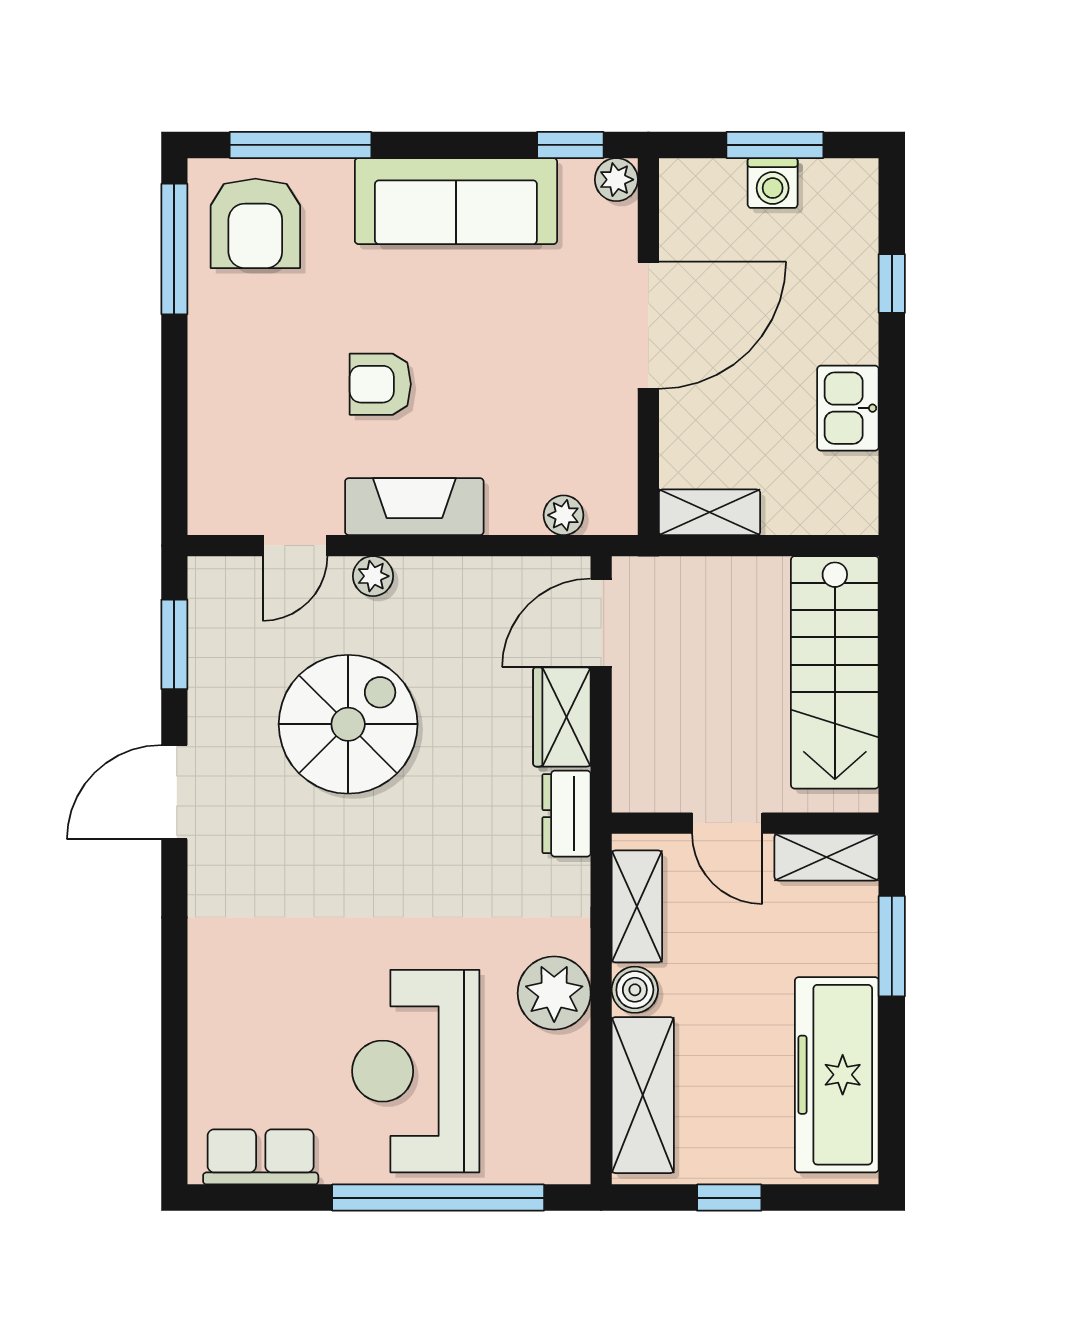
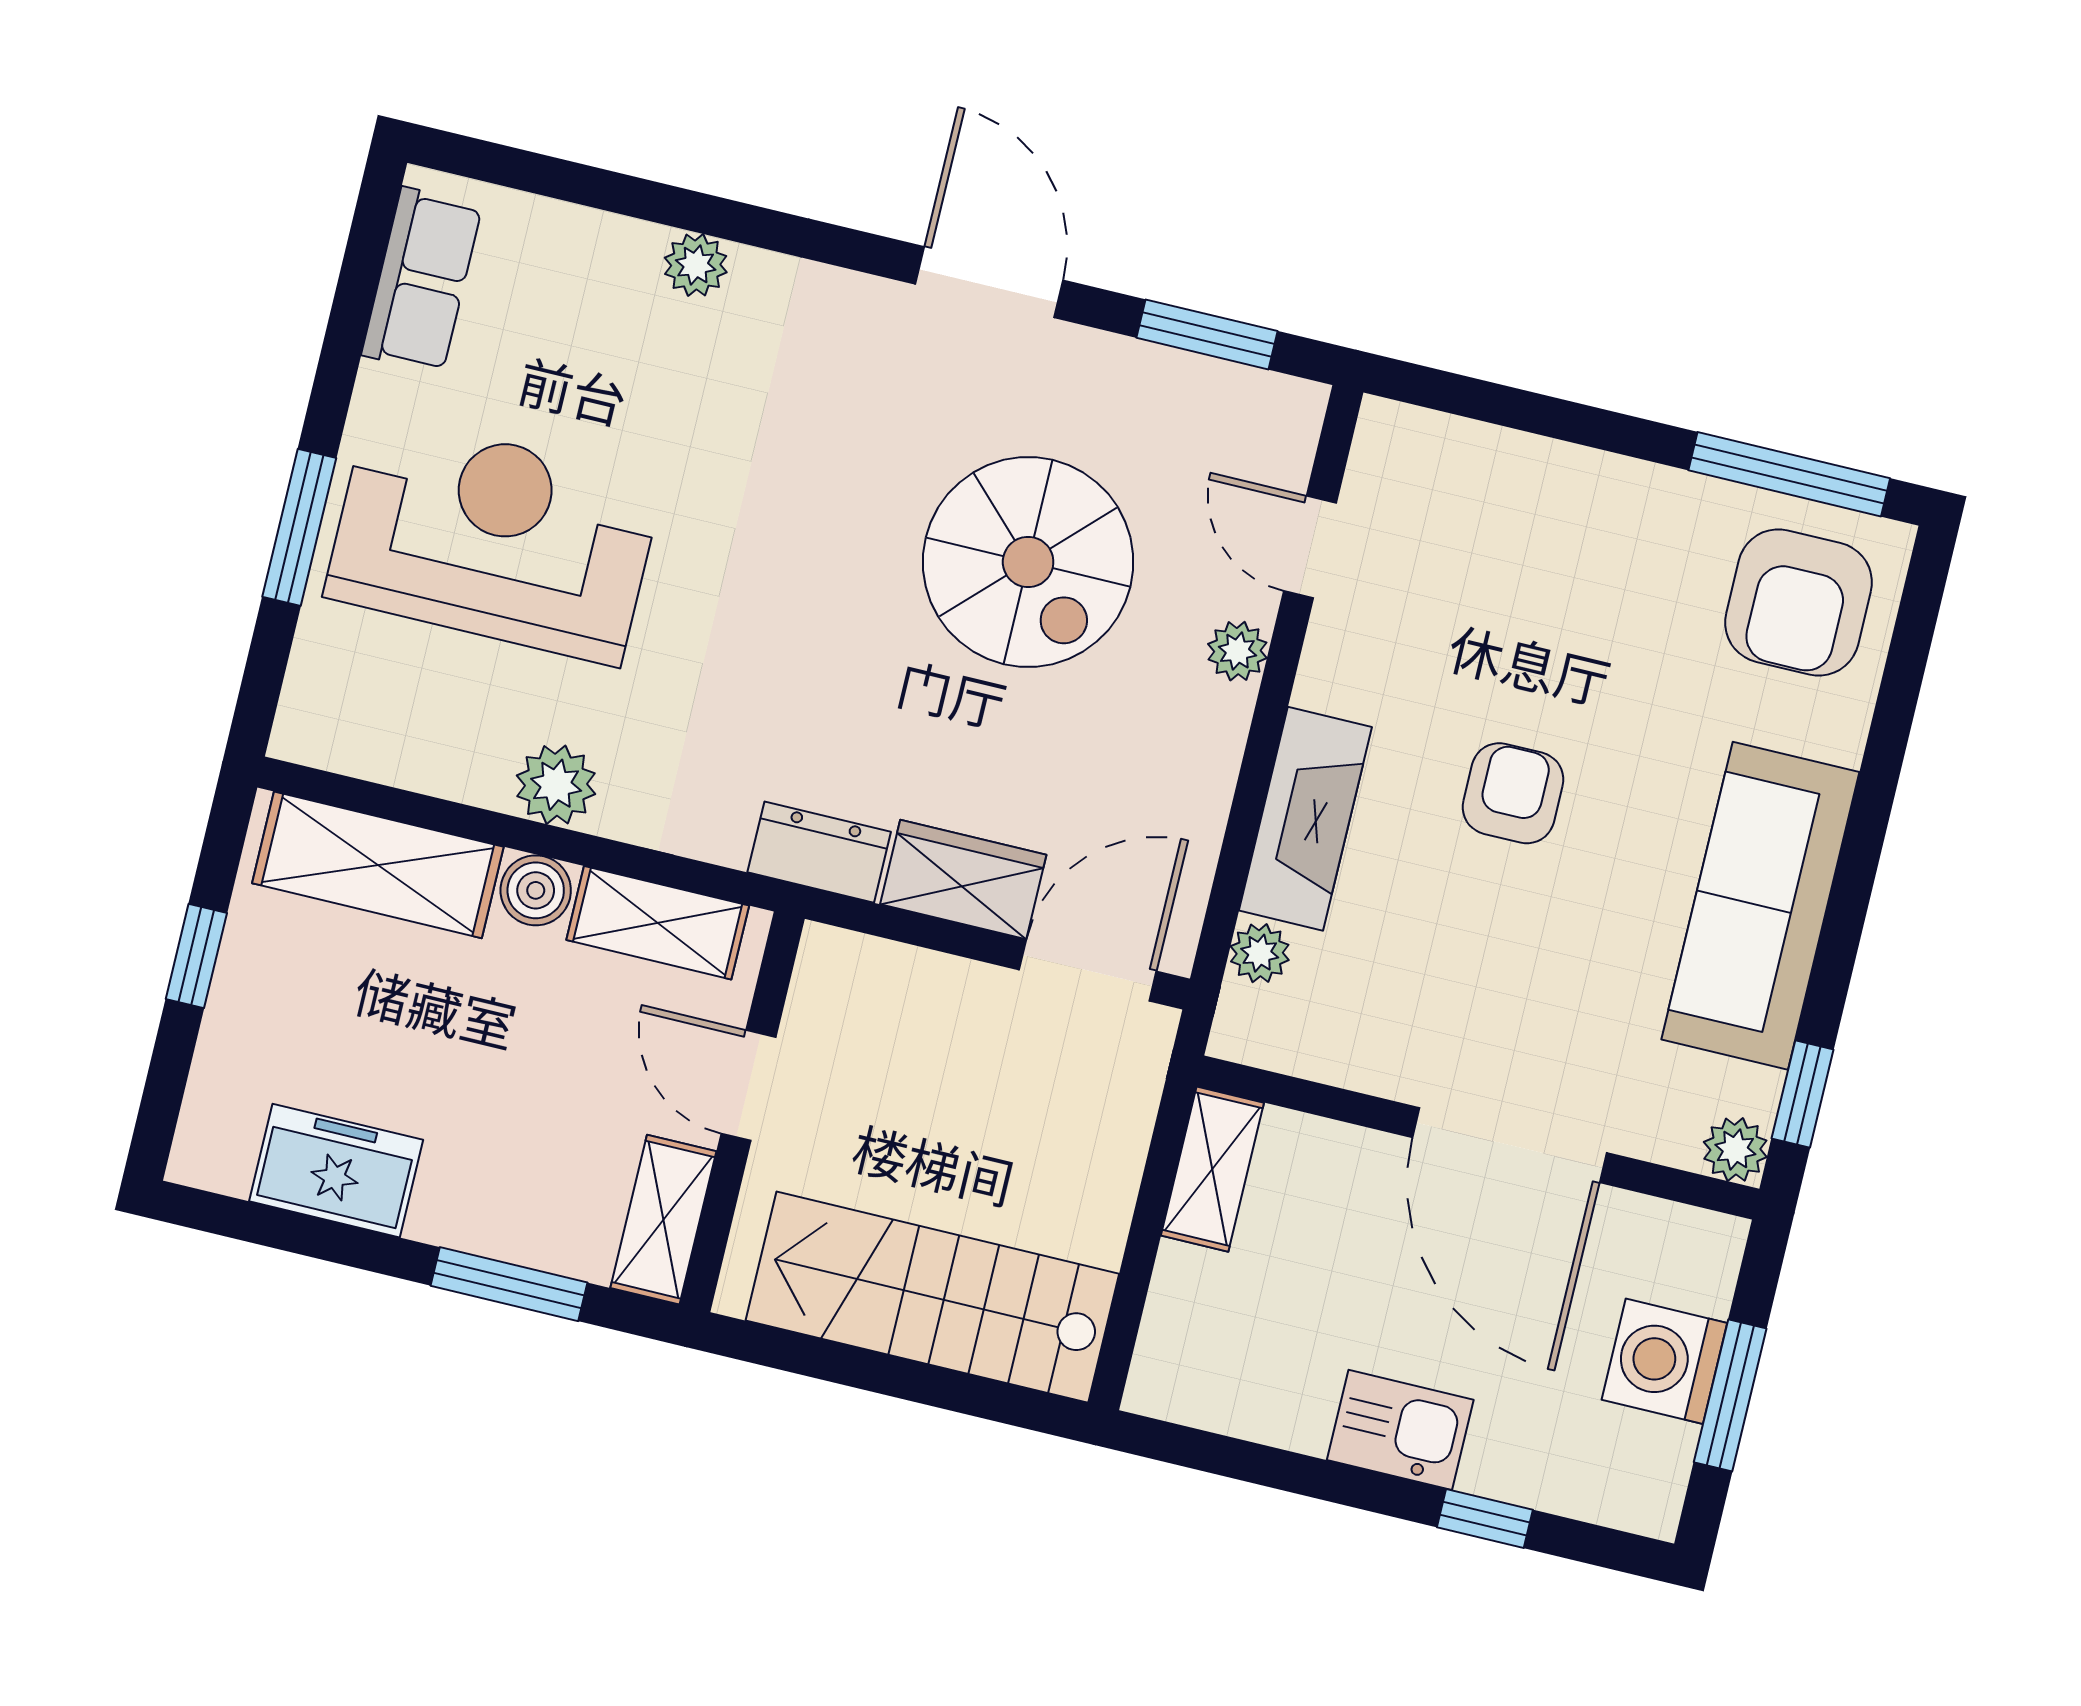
window: (301, 145) -> (1898, 697), removed
washing machine: (773, 183) -> (1664, 1361), width x1.38, depth x1.38
armchair: (255, 223) -> (1799, 602), turned -90
armchair: (380, 384) -> (1513, 793), moved
kitchen sink: (848, 408) -> (1400, 1430), moved
fireplace: (414, 507) -> (1305, 819), moved
door: (601, 623) -> (1088, 970), hinge flipped
door: (727, 823) -> (748, 1085), hinge flipped
plant: (209, 983) -> (696, 265), added
plant: (554, 993) -> (556, 785), width x0.73, depth x0.73
freezer: (837, 1075) -> (336, 1171), width x0.52, depth x0.79
window: (438, 1198) -> (299, 527), width x0.47

